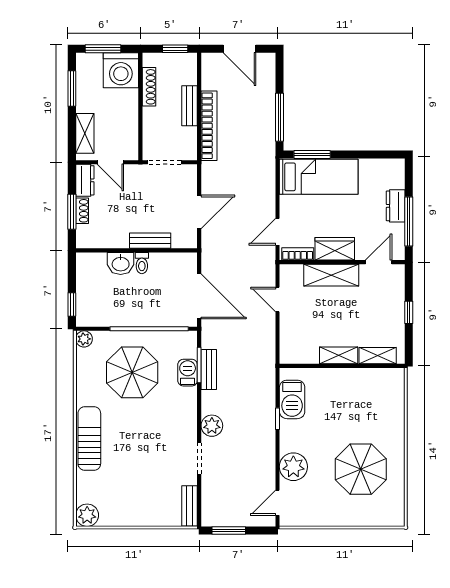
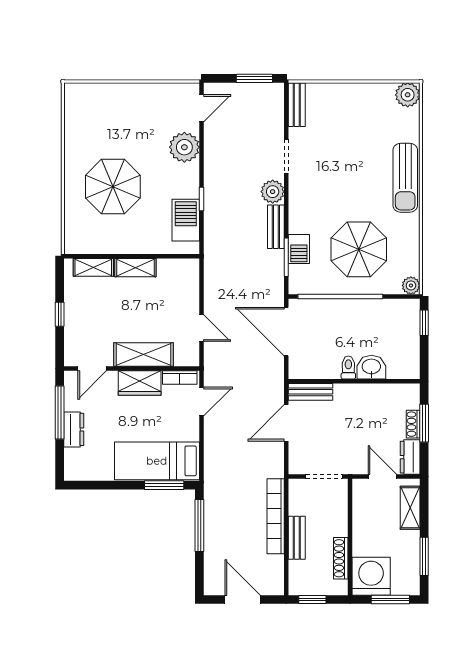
bench: (150, 241) -> (311, 392), moved
bench: (209, 370) -> (276, 227), moved
parasol: (361, 469) -> (113, 187), moved

